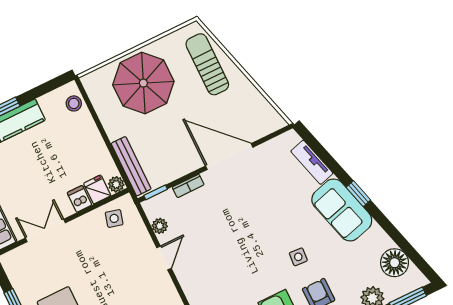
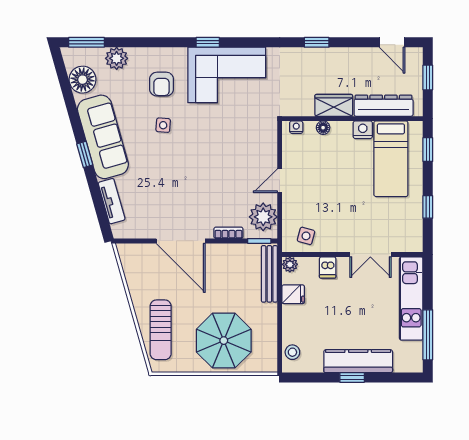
fridge: (97, 189) -> (293, 294), moved, turned -90
sofa: (342, 210) -> (103, 137), width x1.36
plant: (160, 226) -> (263, 217), width x1.88, depth x1.88

